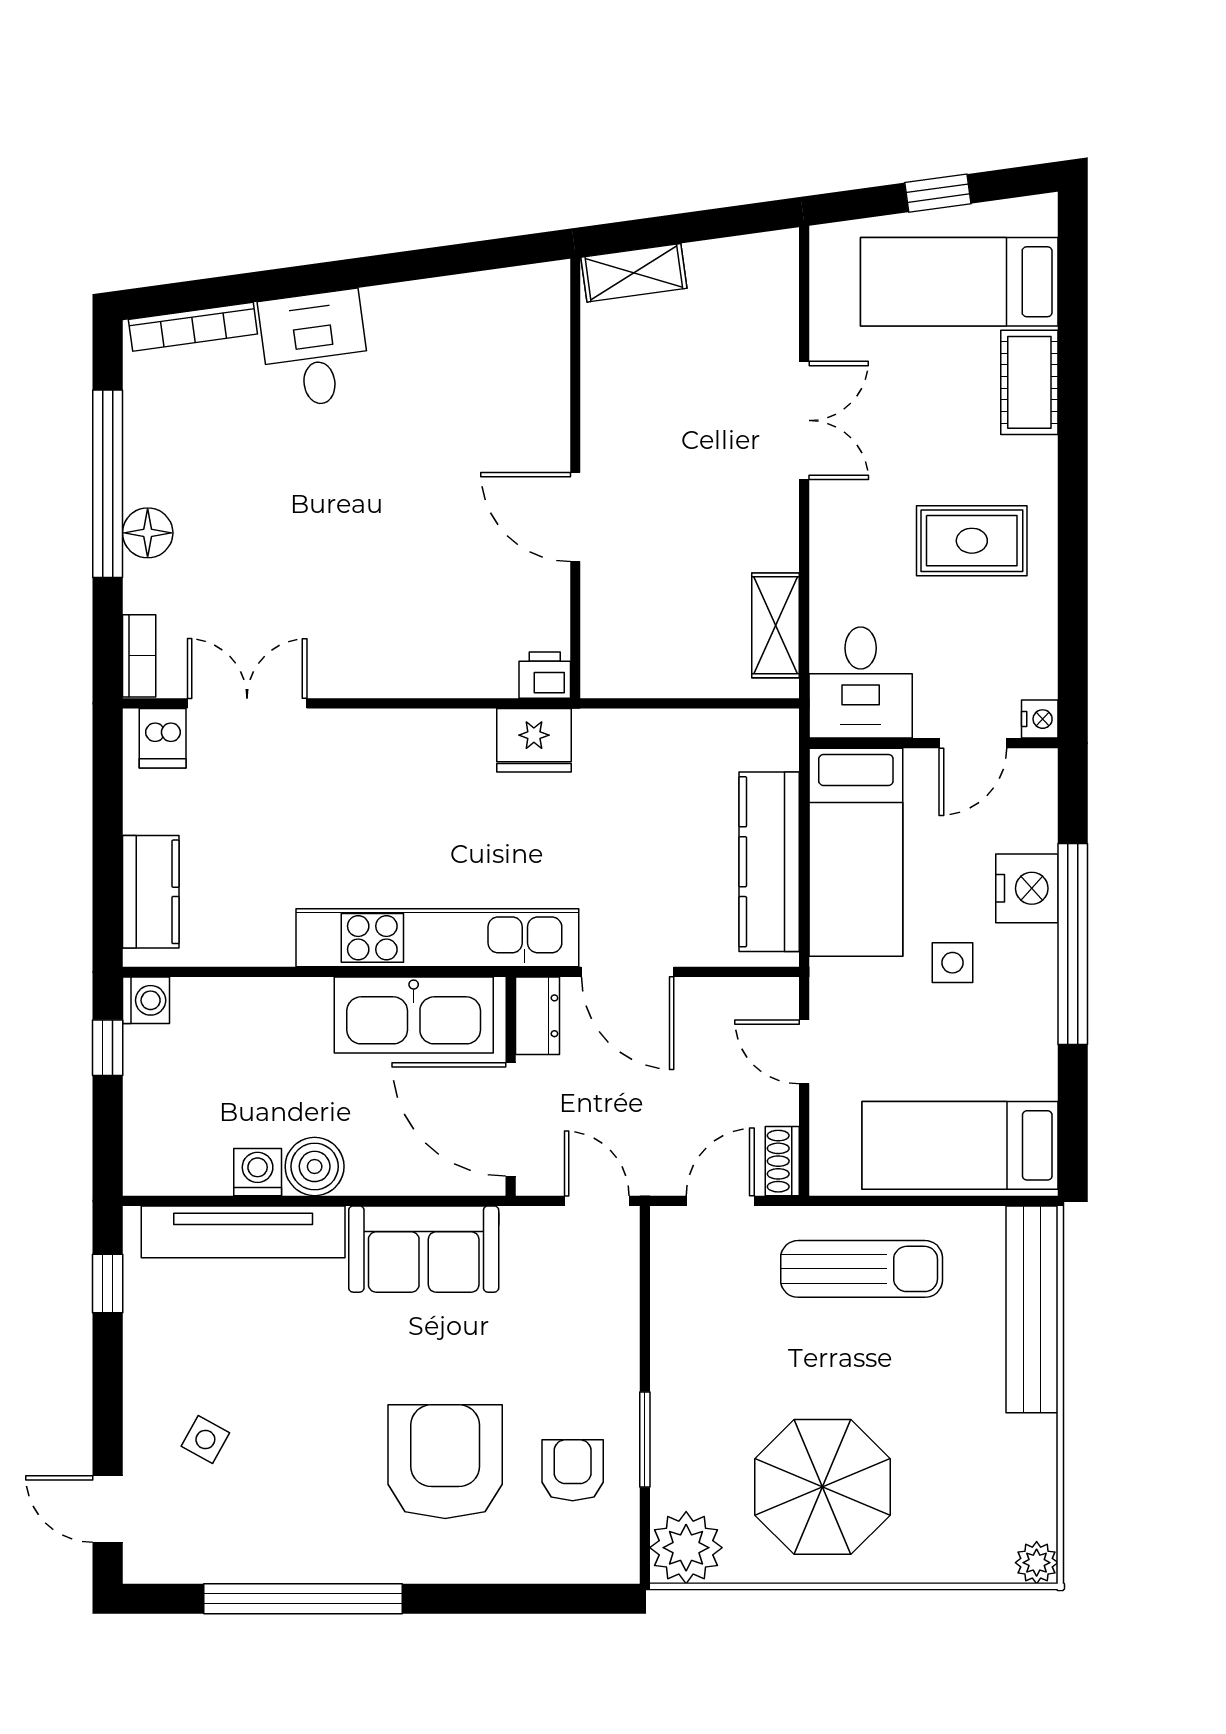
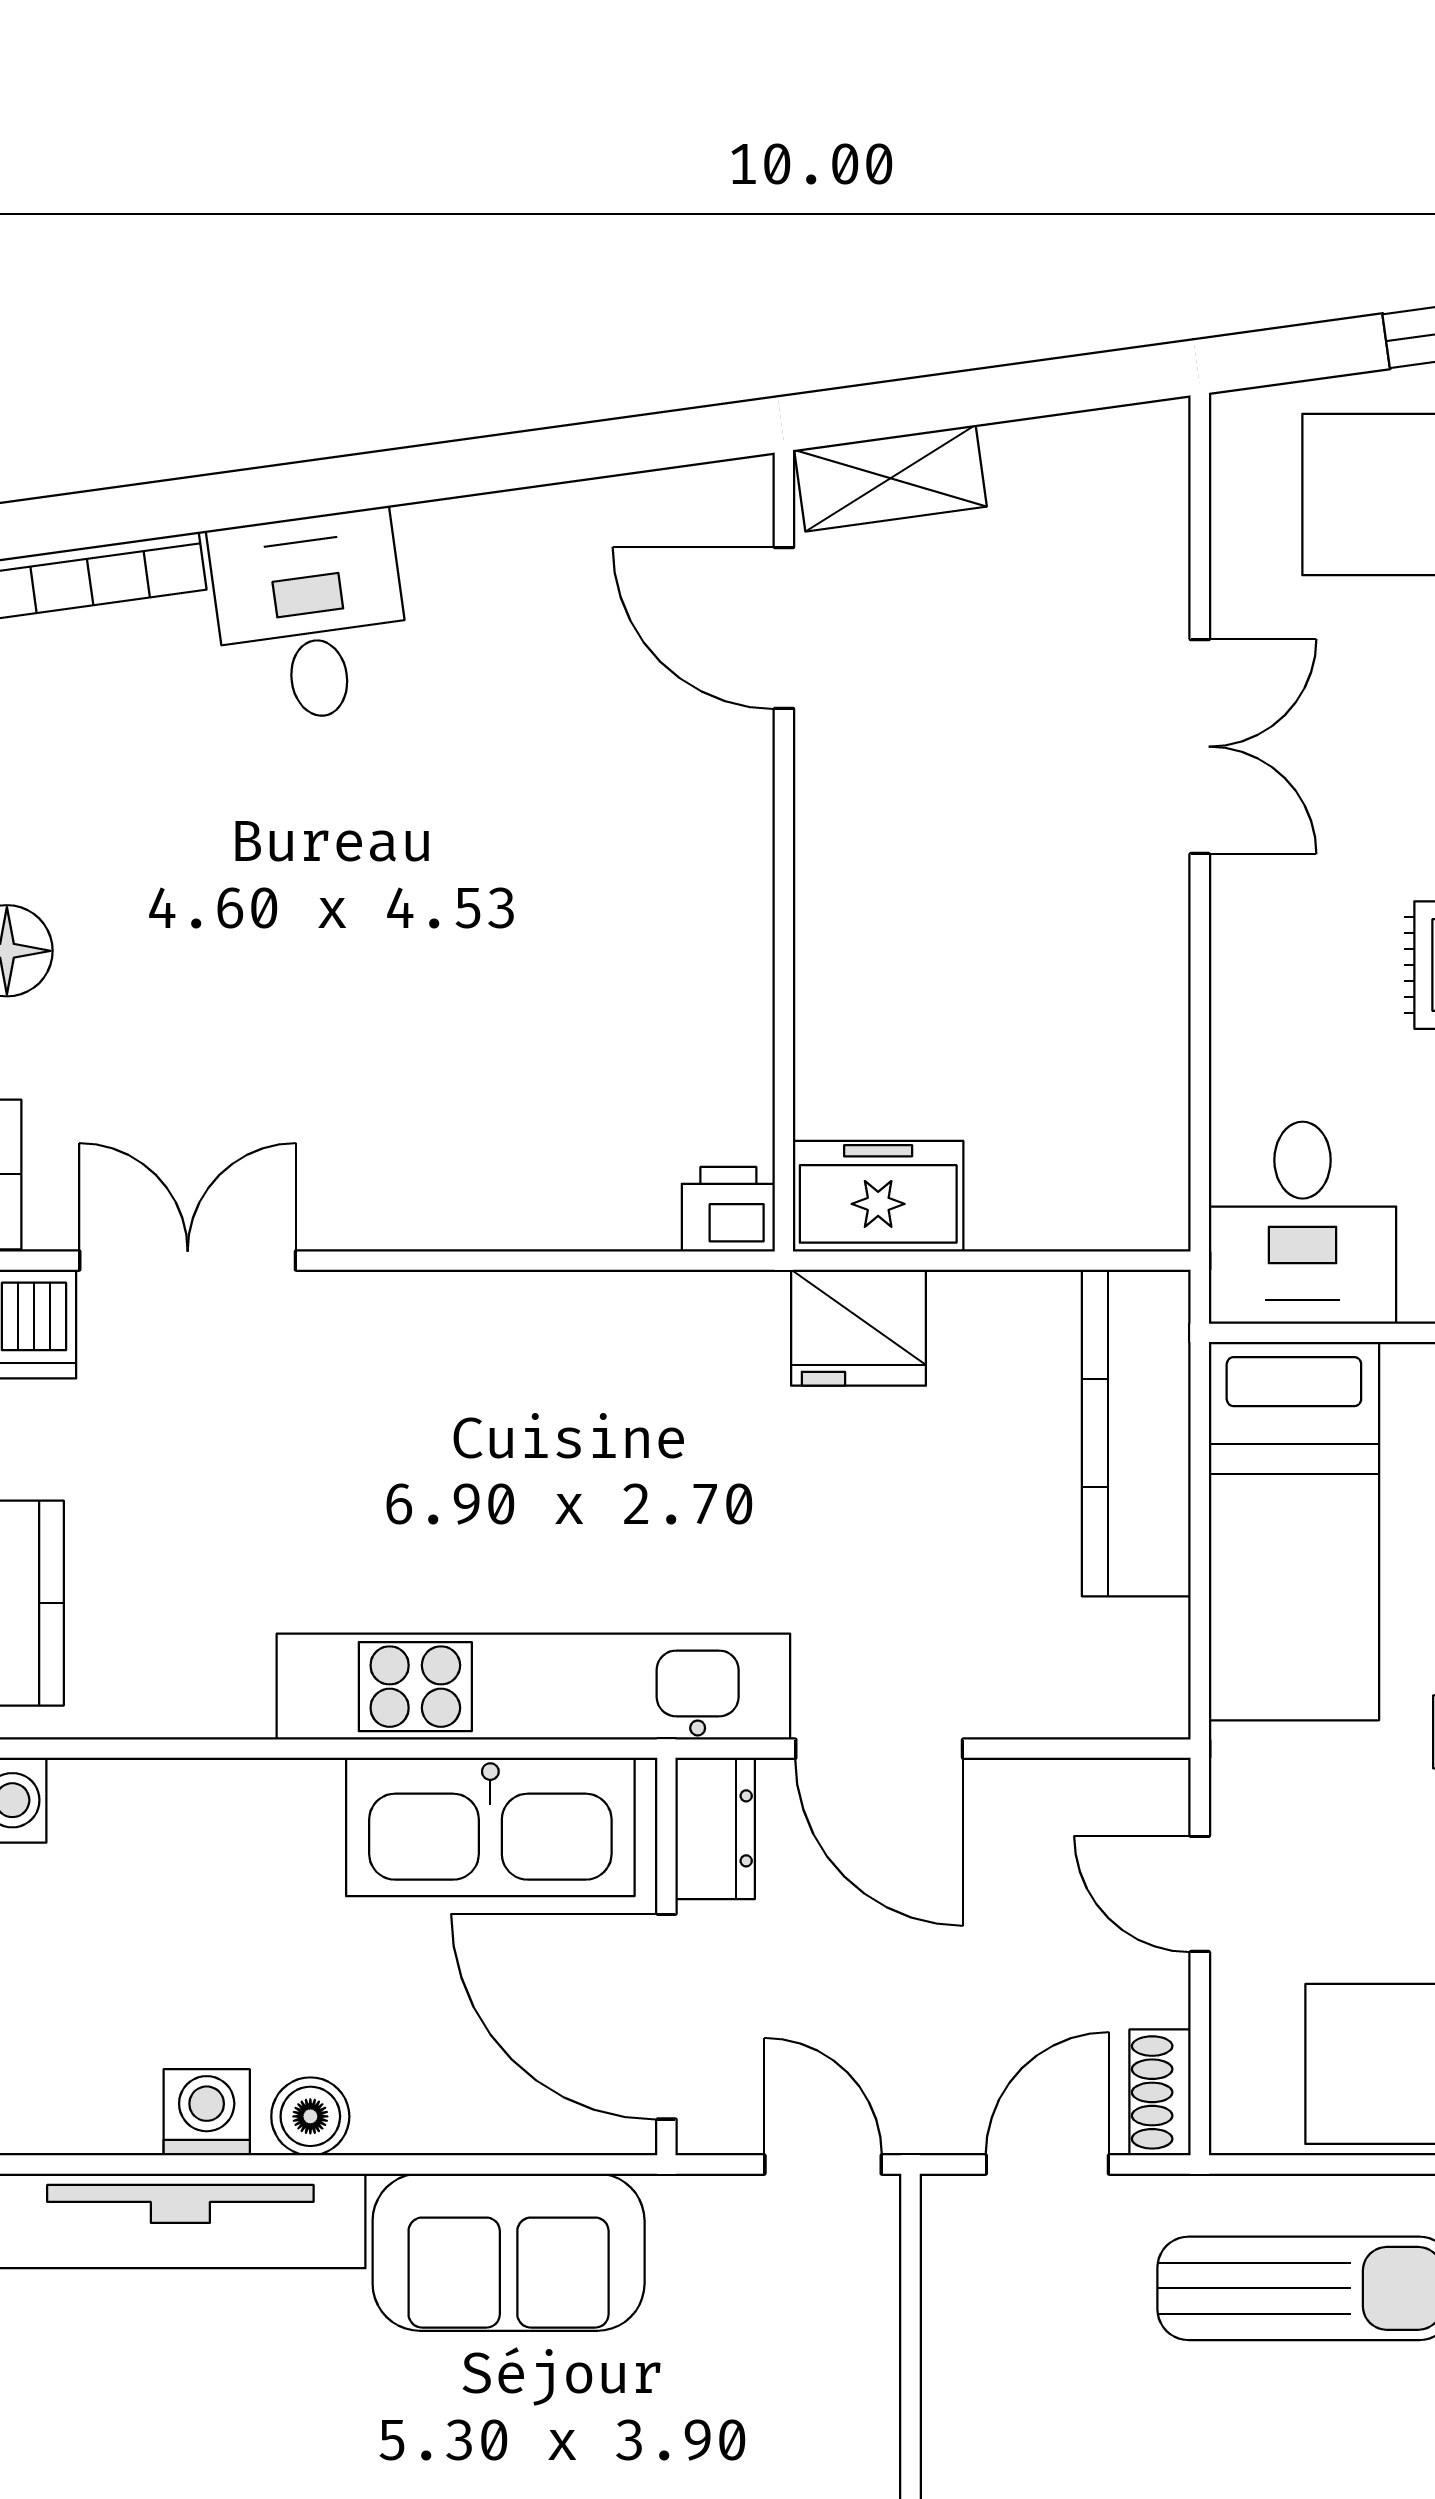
door: (575, 517) -> (784, 628), moved
shelving: (775, 625) -> (1148, 1119), removed
freezer: (627, 668) -> (878, 1196), added
fridge: (534, 740) -> (859, 1328), moved
kitchen counter: (769, 862) -> (1136, 1433), moved
boiler: (315, 1166) -> (310, 2116), width x0.73, depth x0.73

